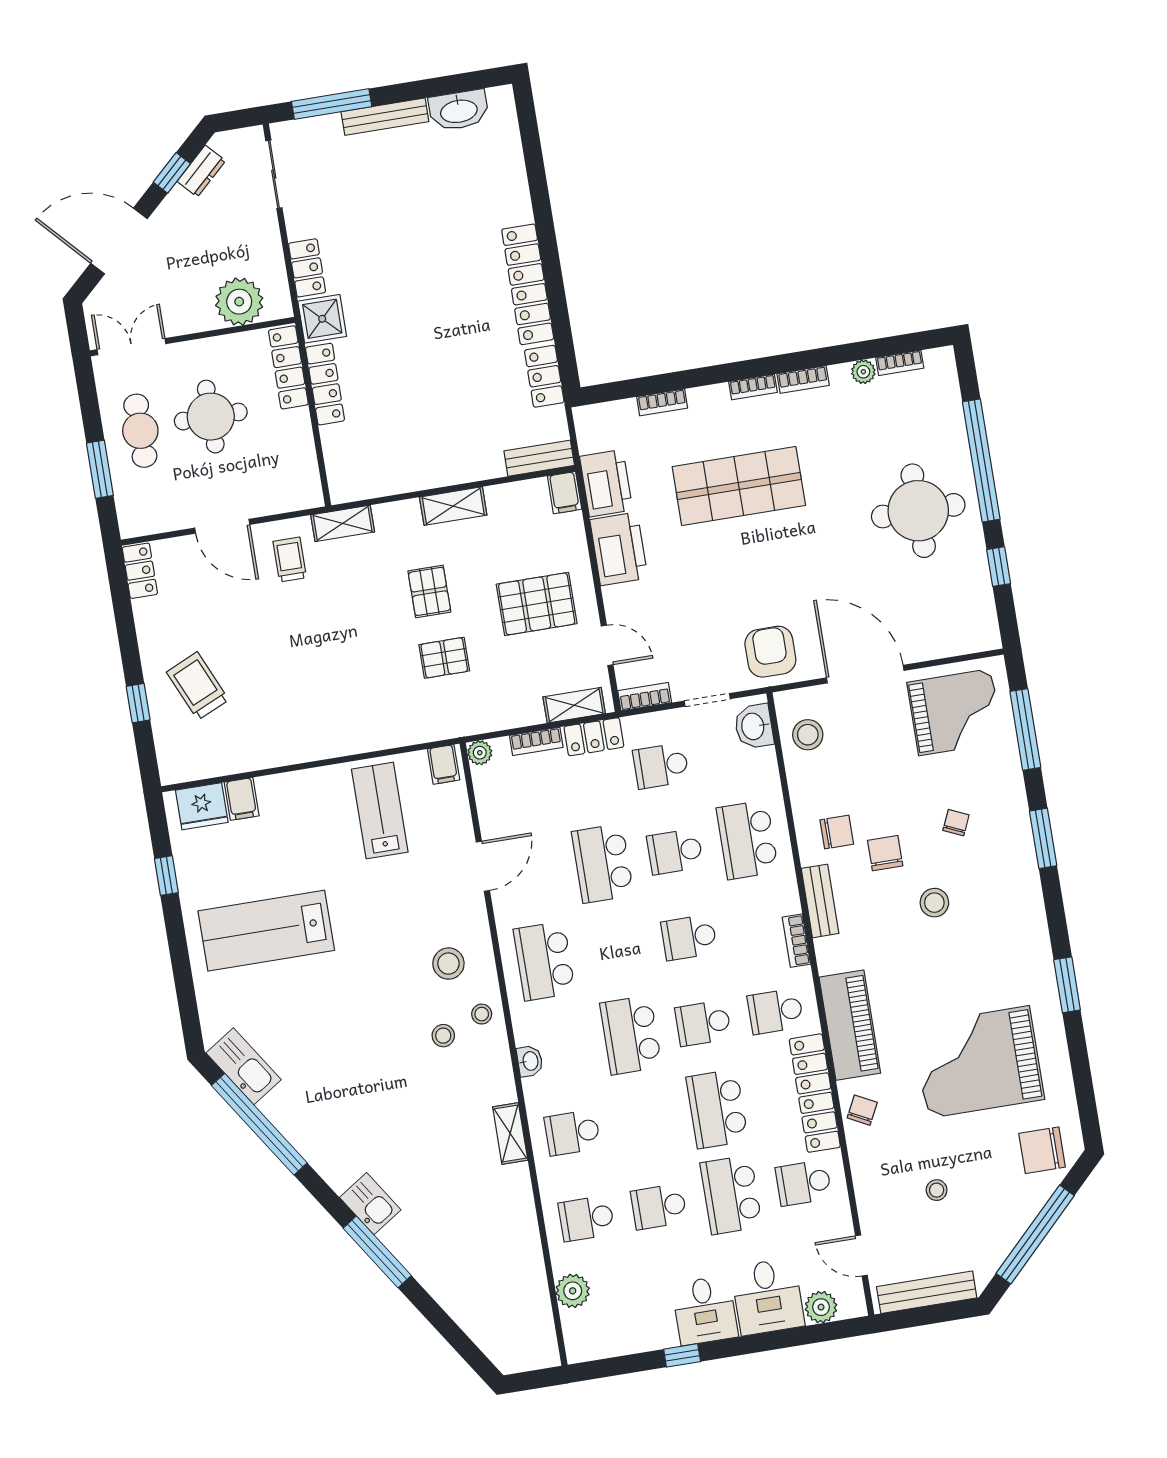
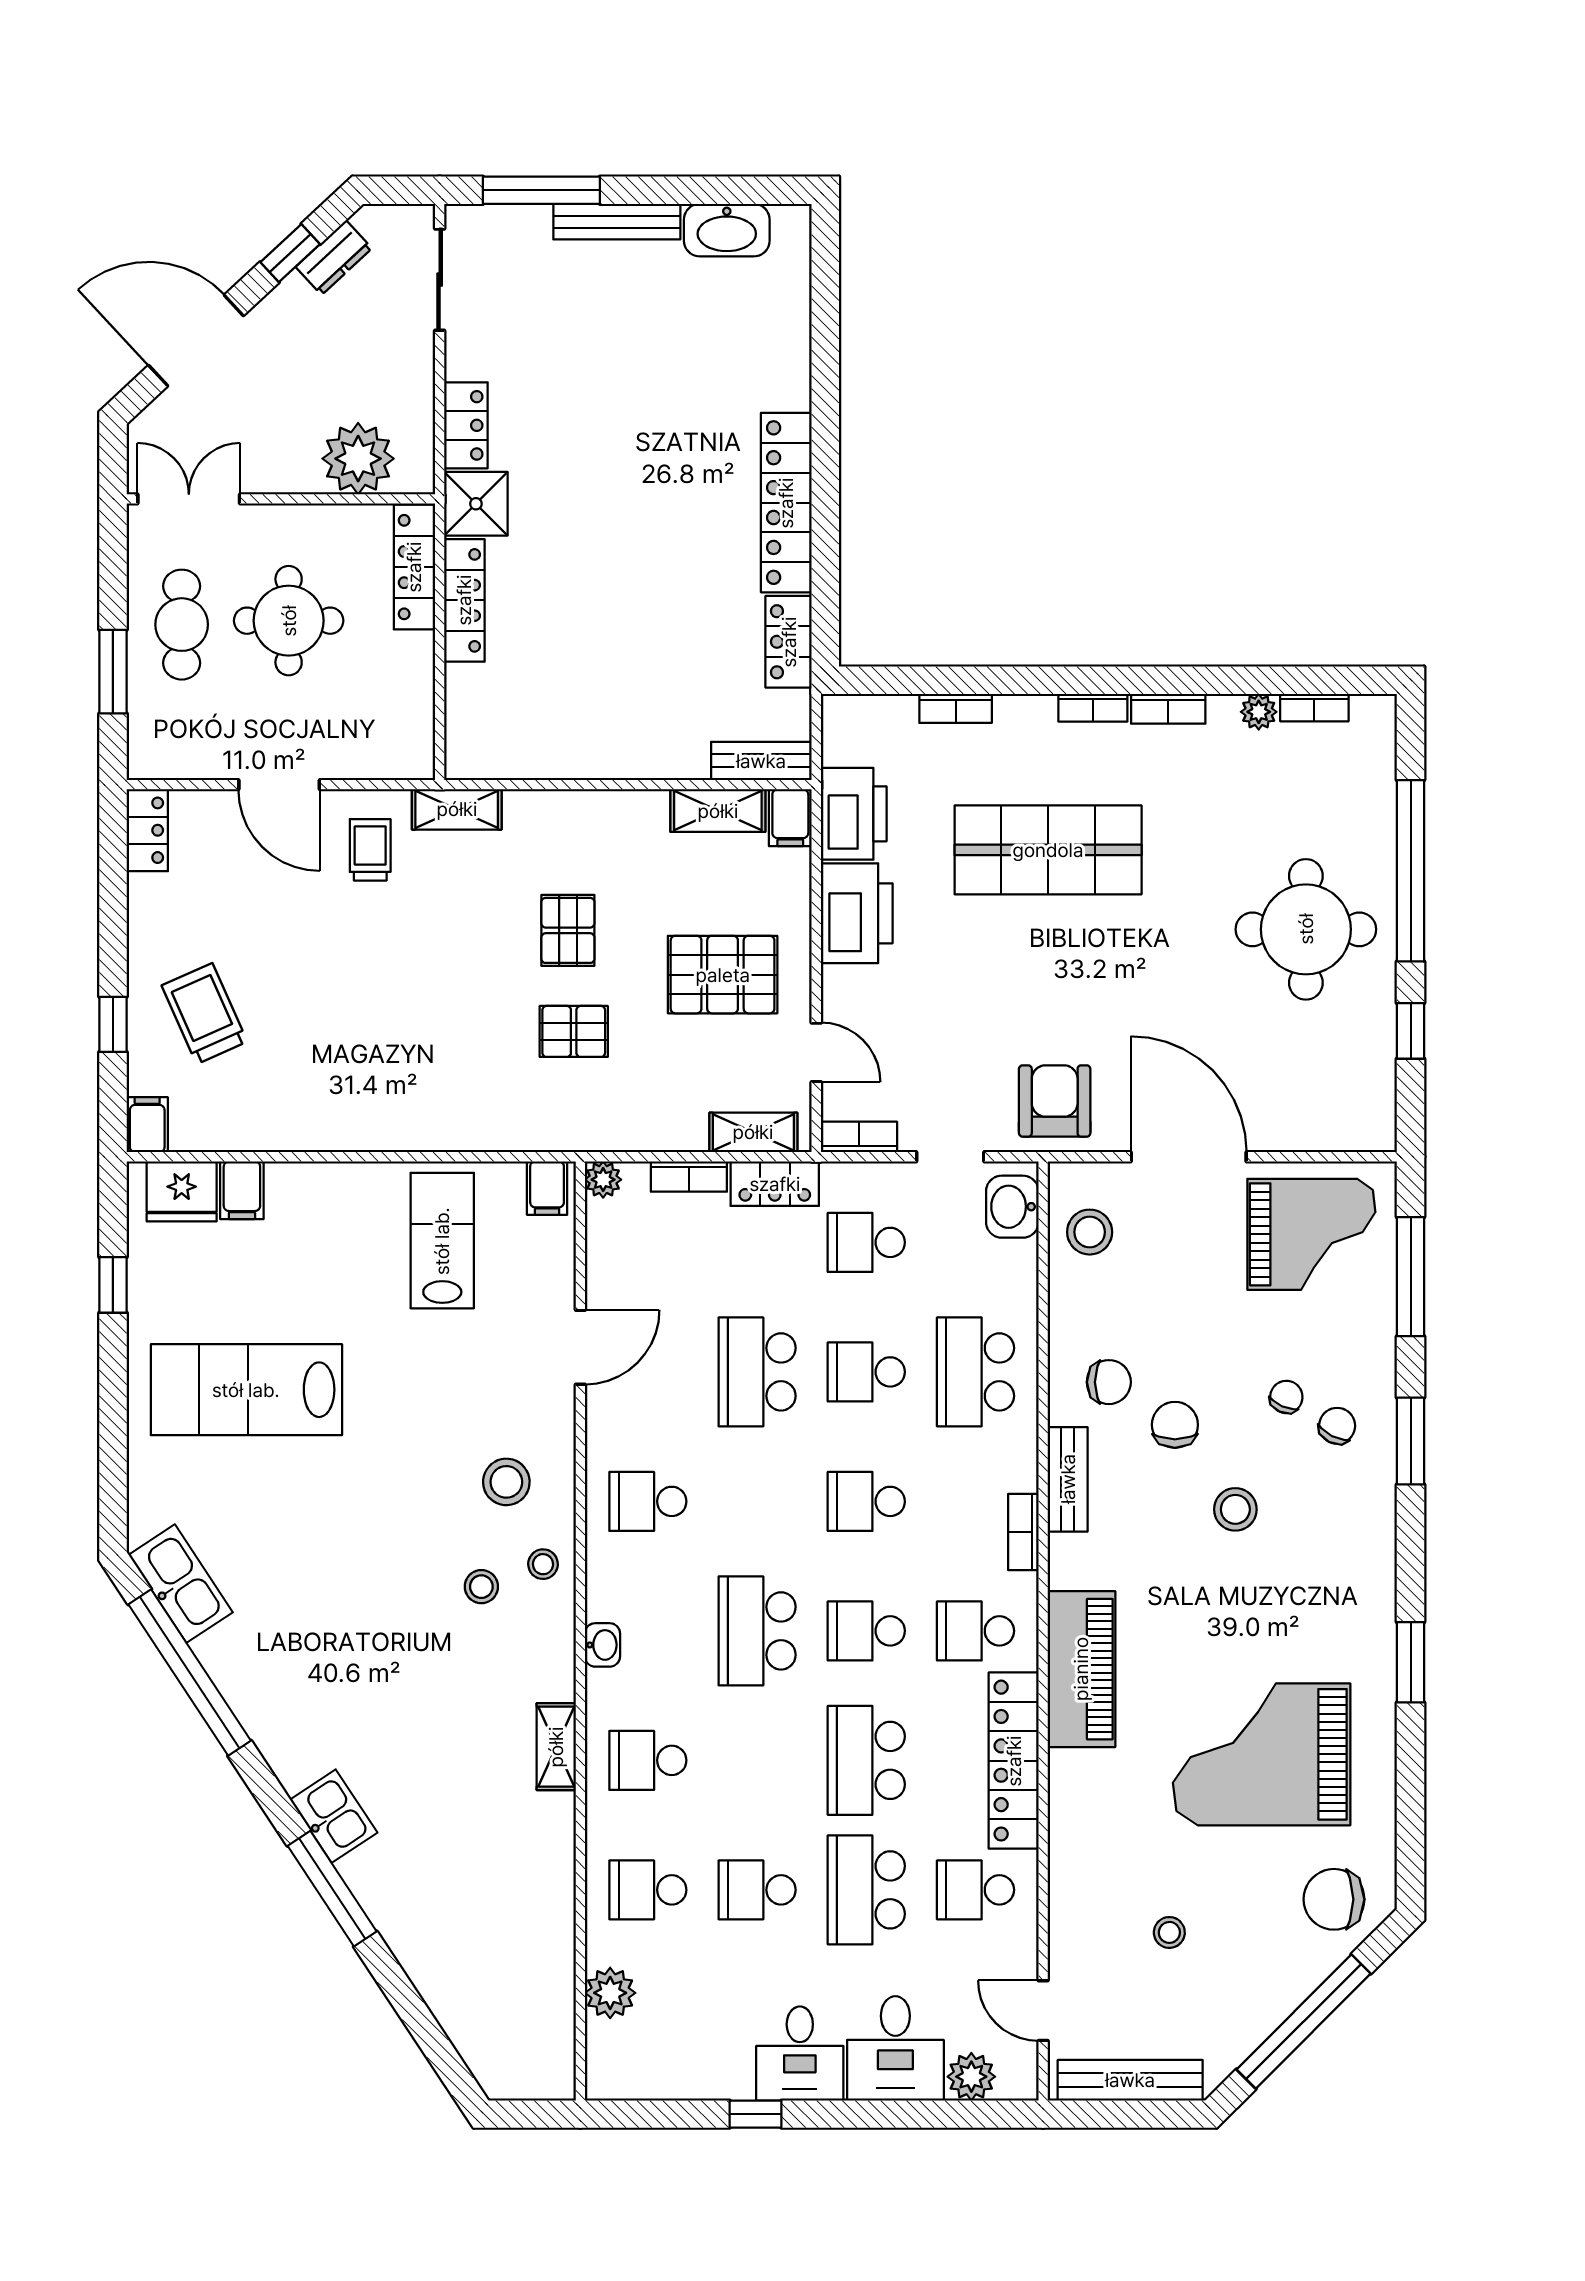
shelving: (453, 506) -> (718, 811), moved
filing cabinet: (172, 766) -> (147, 1125), added
school desk: (544, 961) -> (648, 1501), width x0.54
chair: (862, 1110) -> (1337, 1426), moved

